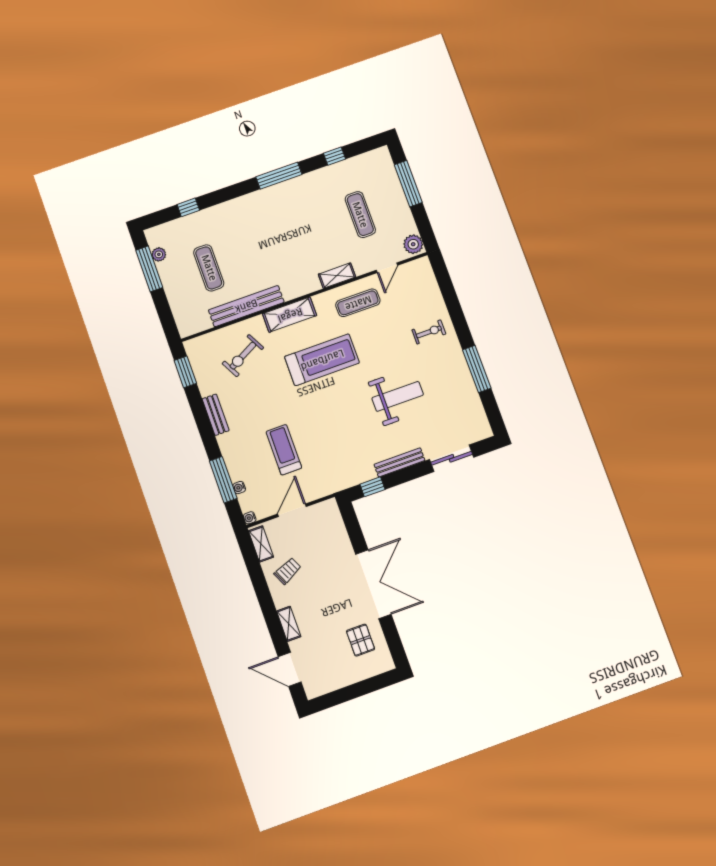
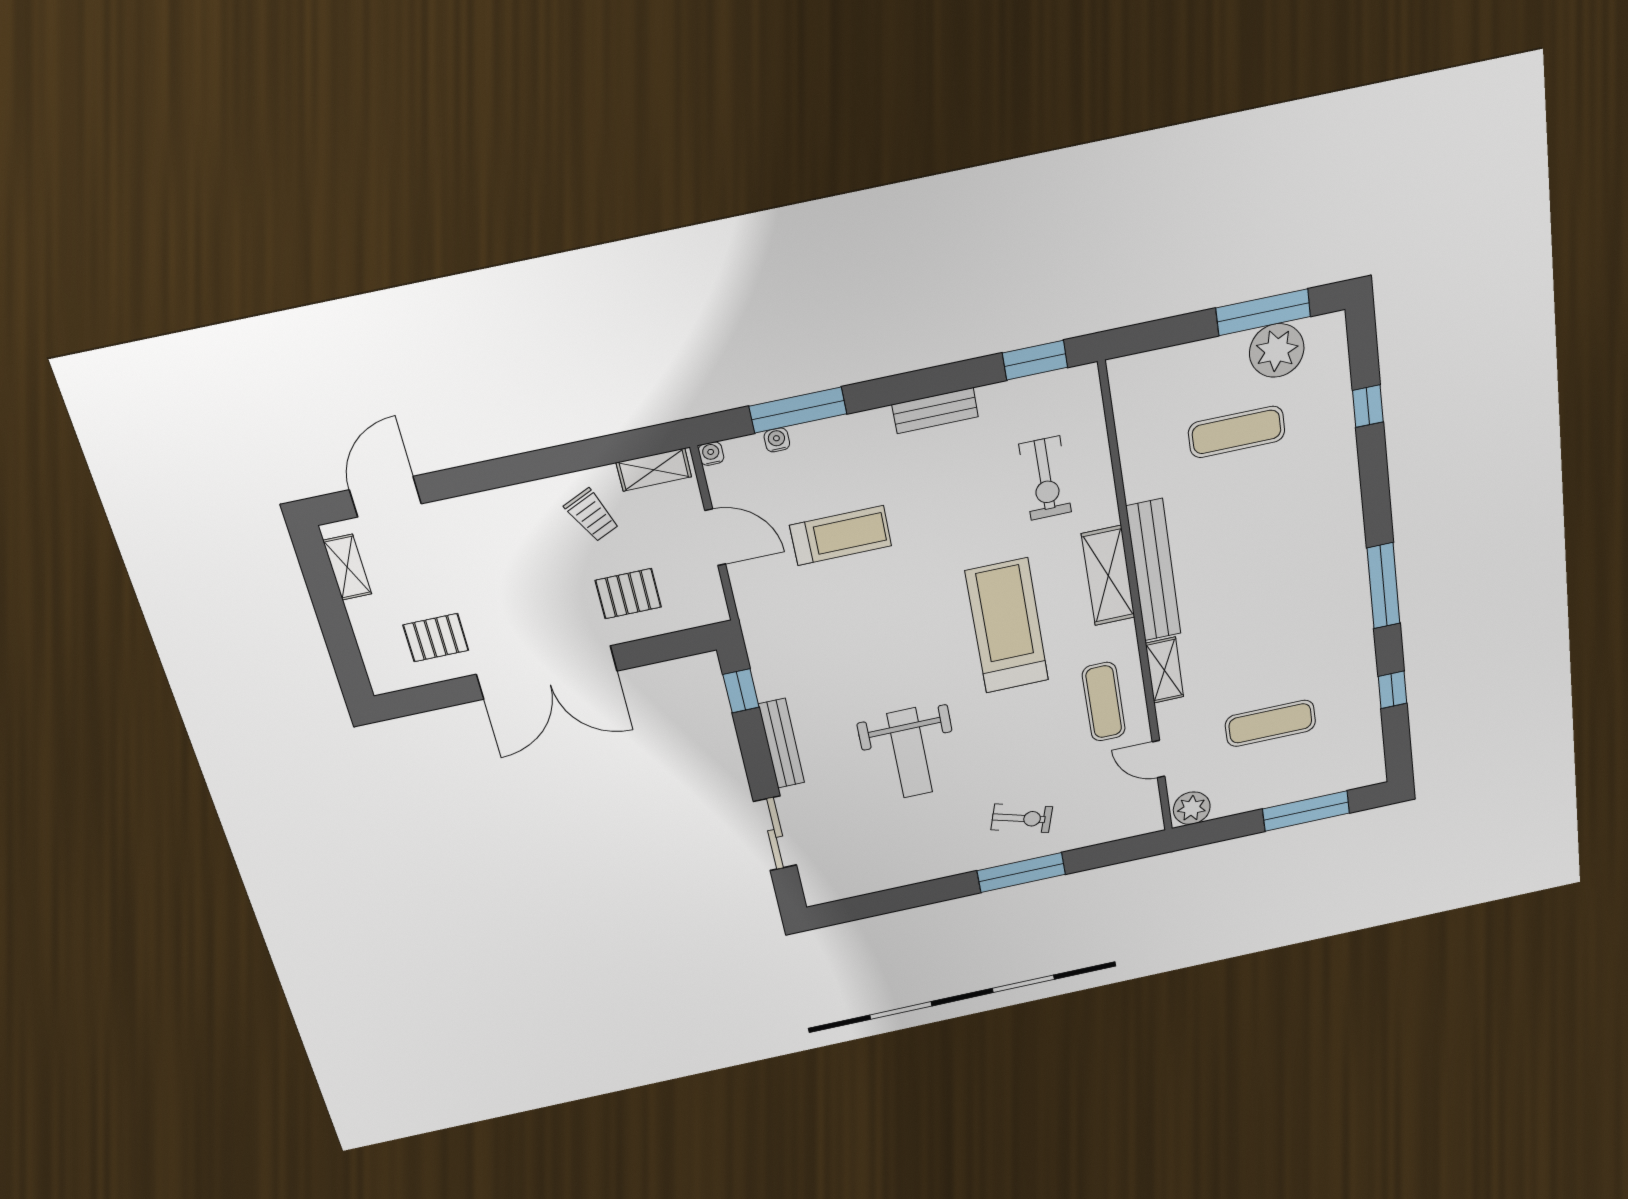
plant: (159, 254) -> (1277, 350), width x1.87, depth x1.87
bench: (246, 306) -> (1154, 570), moved
exercise bike: (429, 332) -> (1022, 818), turned -73
exercise bike: (243, 356) -> (1045, 478), turned -152
treadmill: (322, 360) -> (1007, 626), turned 180
window: (477, 369) -> (1021, 873), moved
pallet: (326, 549) -> (628, 594), added
shelving: (289, 624) -> (347, 567), moved, turned 90

